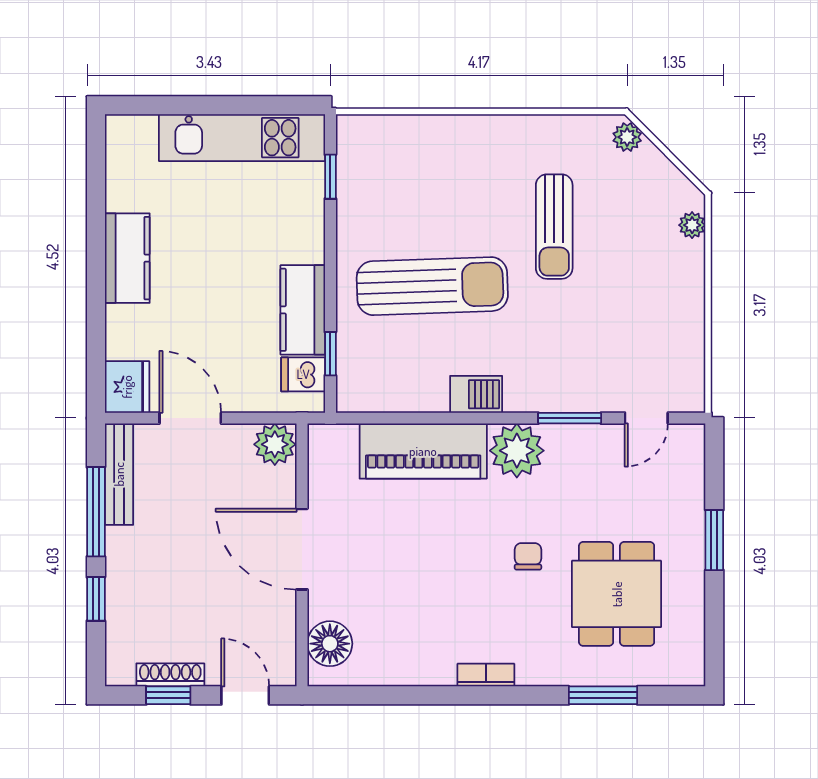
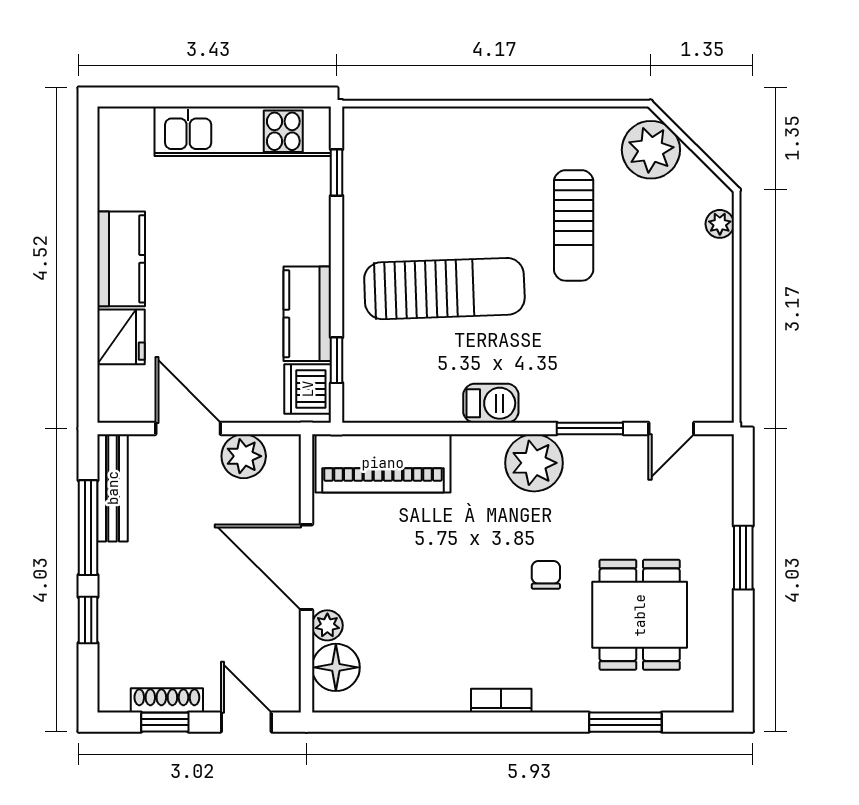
plant: (627, 137) -> (651, 150), width x1.88, depth x1.88
dishwasher: (303, 374) -> (308, 389), width x1.38
fridge: (127, 387) -> (121, 337), moved
plant: (275, 444) -> (244, 456), moved
piano: (423, 451) -> (383, 463), moved
plant: (322, 604) -> (327, 625), added

